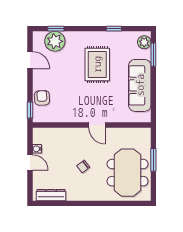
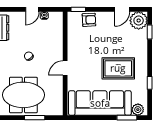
plant: (55, 41) -> (139, 21), moved
sofa: (140, 85) -> (100, 103), width x1.36, depth x1.27

